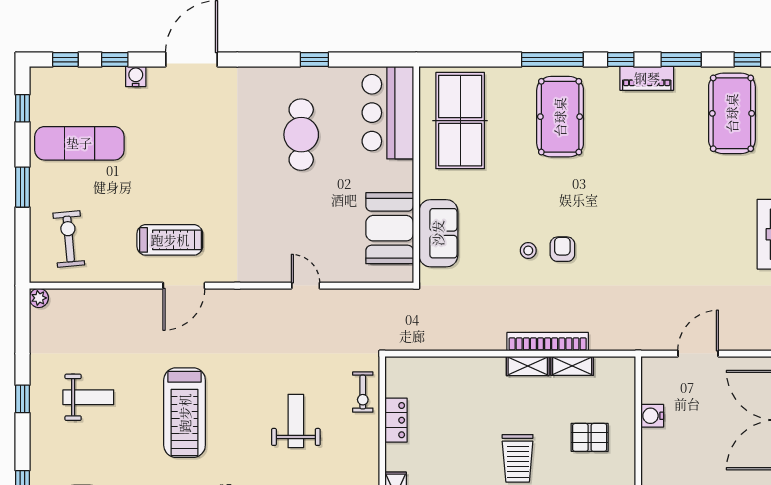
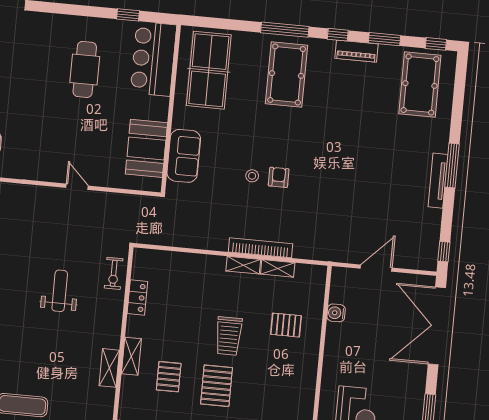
window: (314, 60) -> (128, 15), moved

